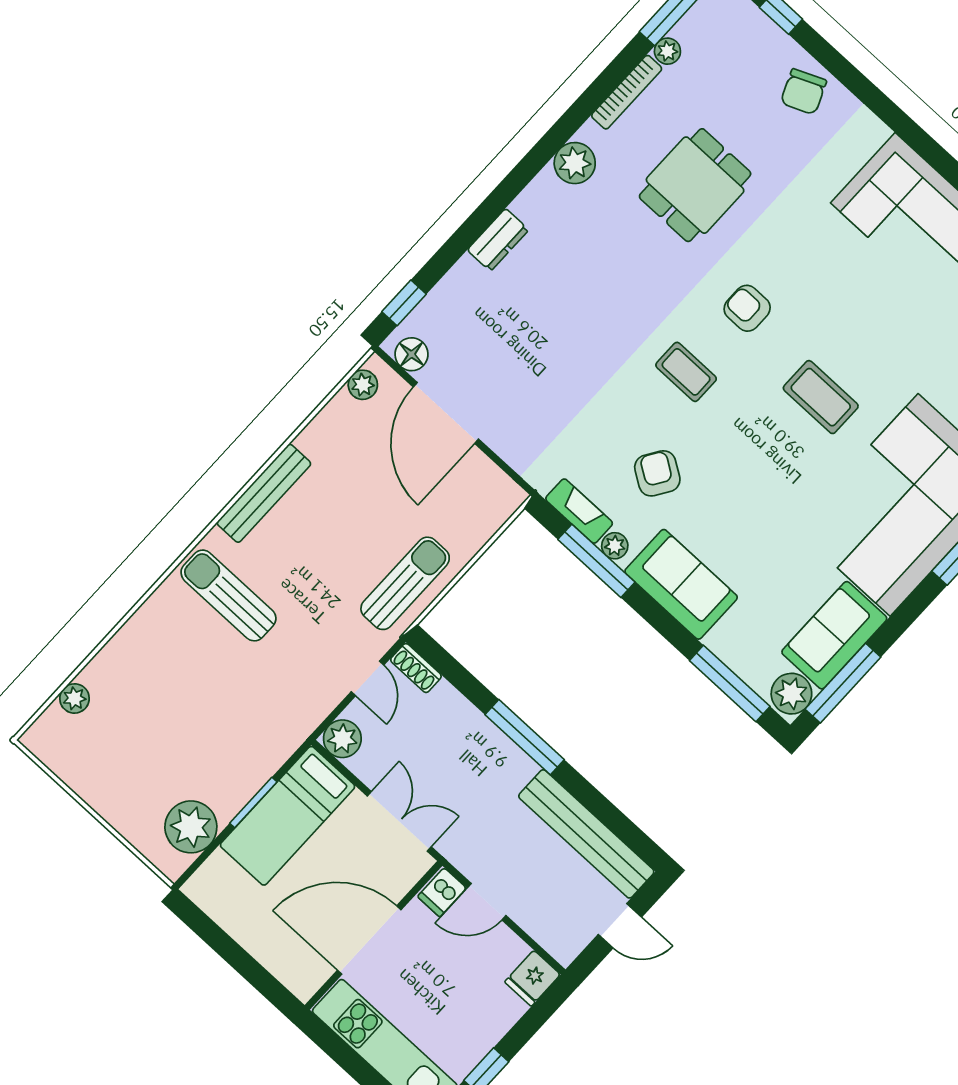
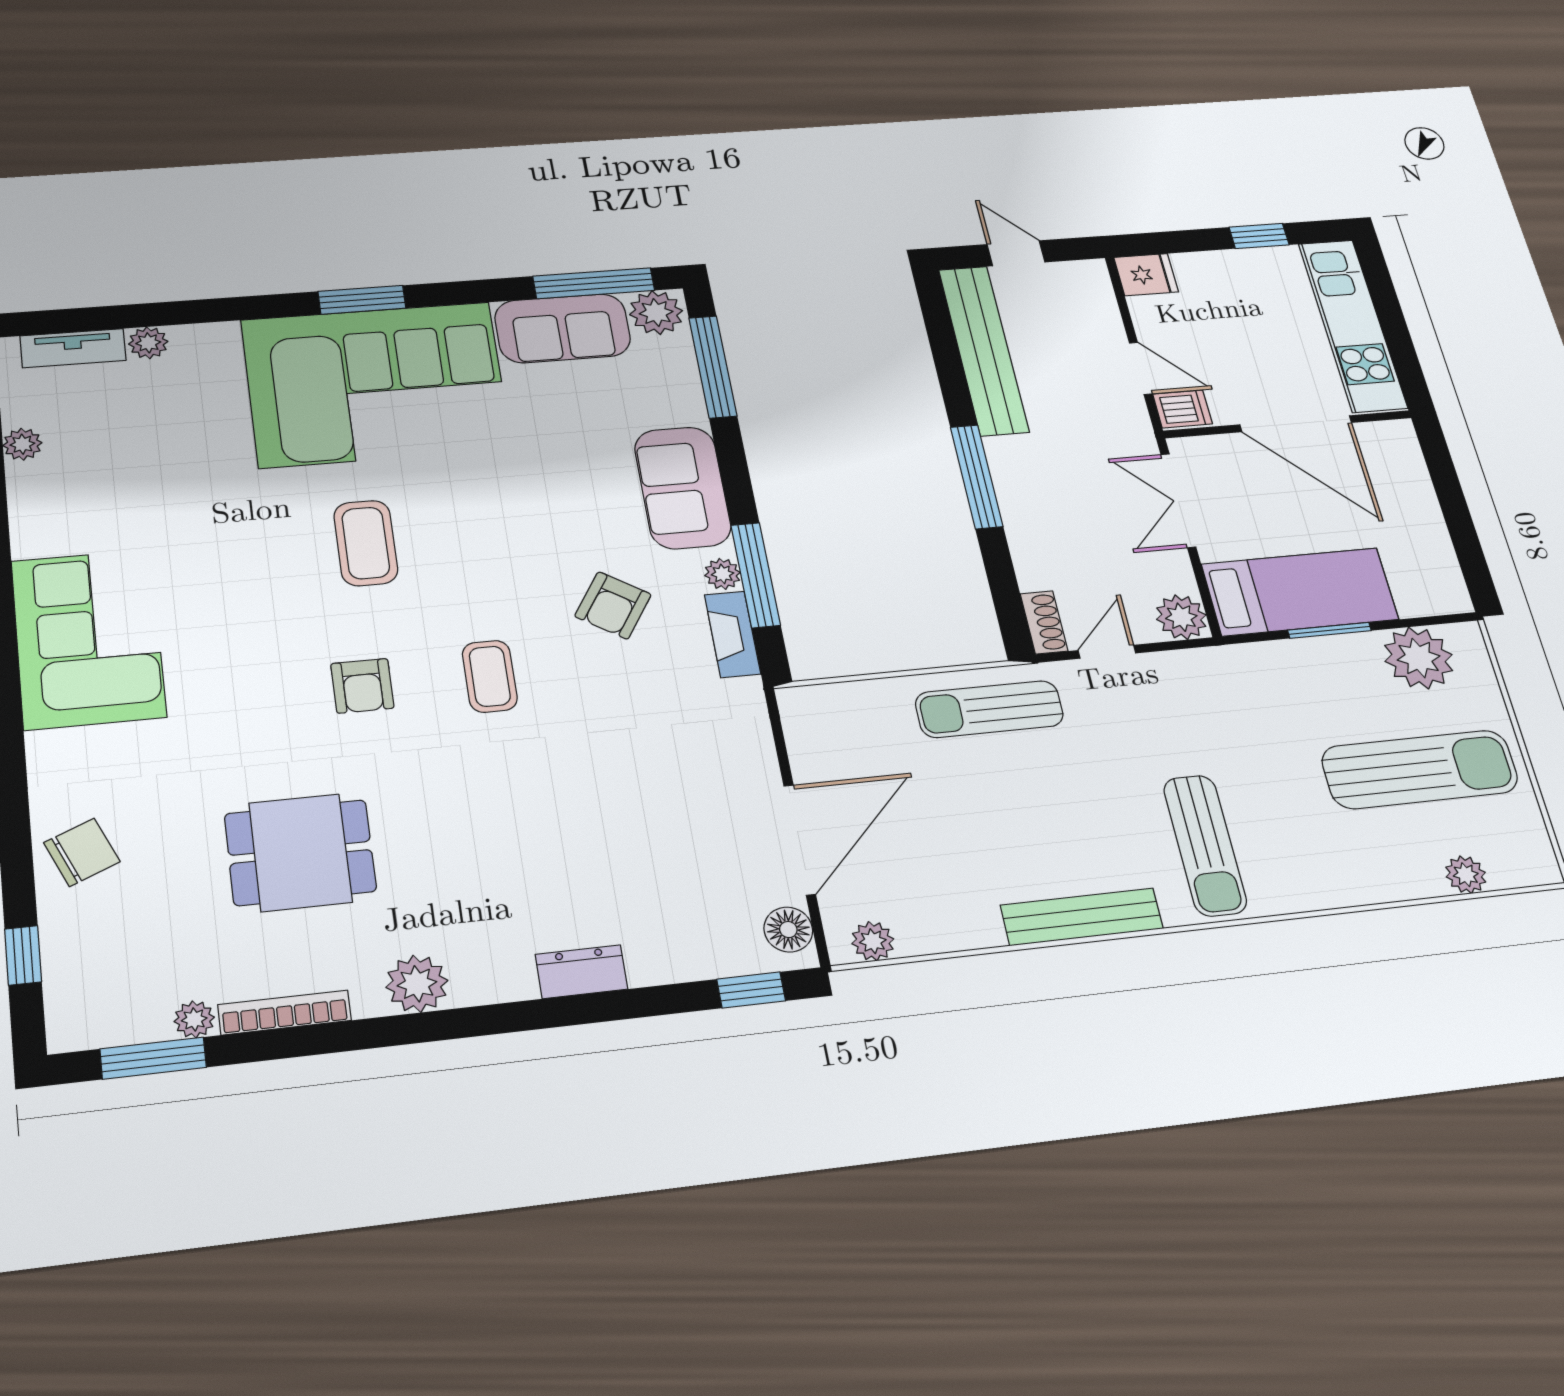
sun lounger: (143, 748) -> (1420, 769), added

